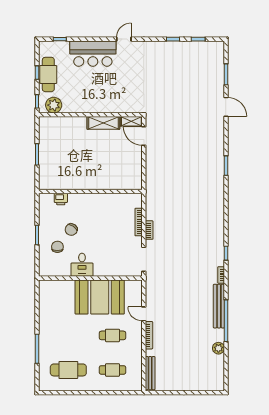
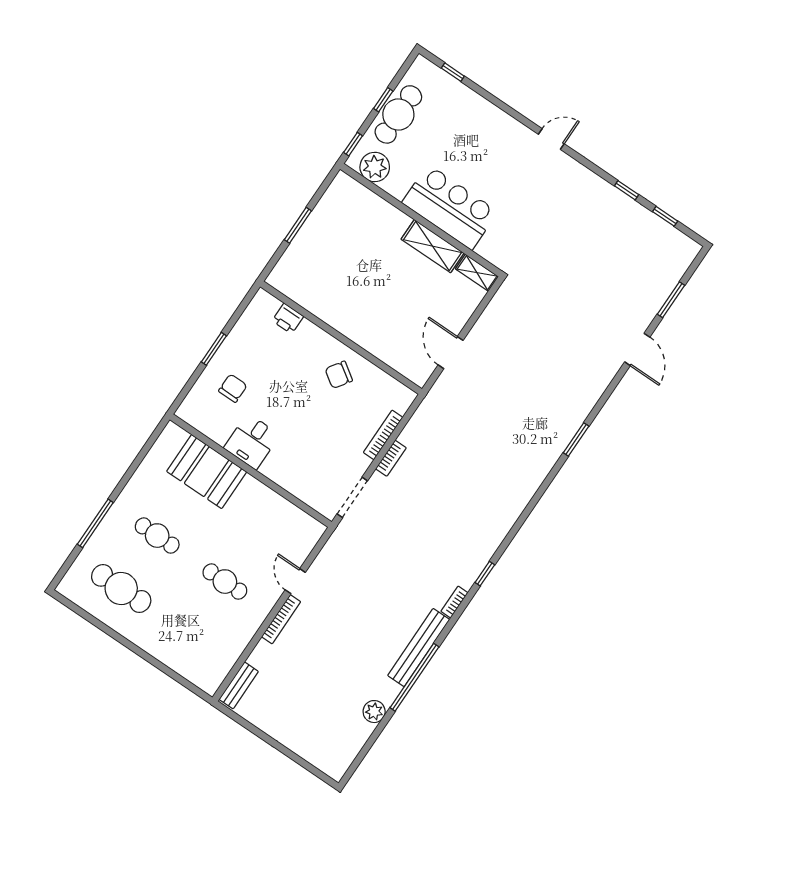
bar counter: (93, 54) -> (450, 207), moved, turned 180
door: (144, 136) -> (451, 353), moved
chair: (71, 230) -> (339, 375), moved
booth: (100, 297) -> (207, 472), moved, width x0.73, depth x0.70
cafe table: (112, 370) -> (157, 536), moved
bench: (150, 373) -> (239, 685), width x0.73

